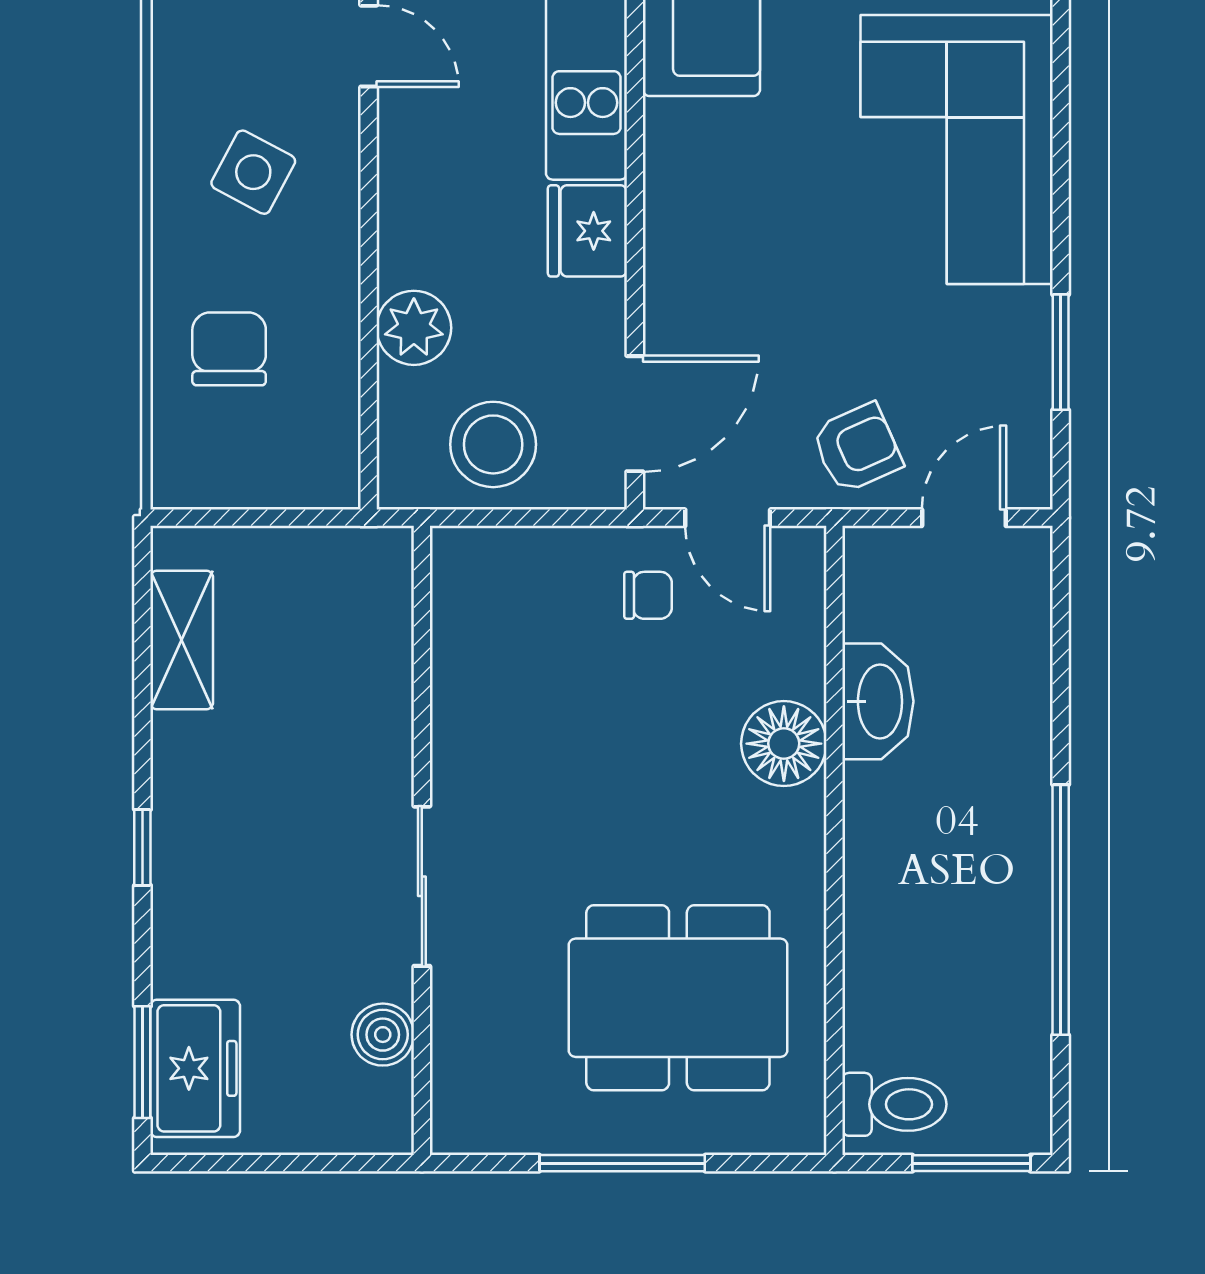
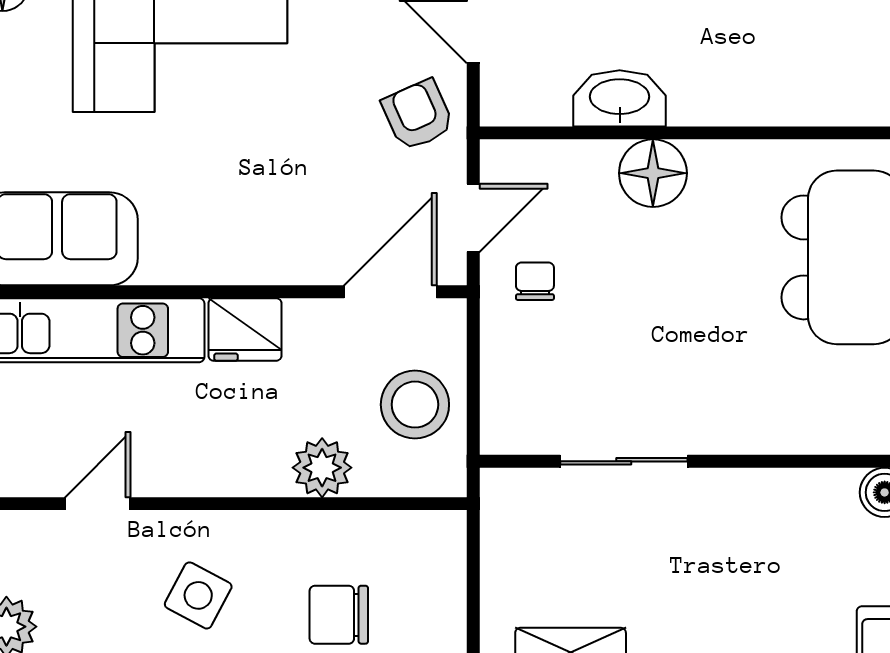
door: (635, 414) -> (390, 292), hinge flipped
sliding door: (422, 886) -> (624, 461), moved

